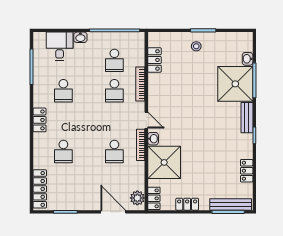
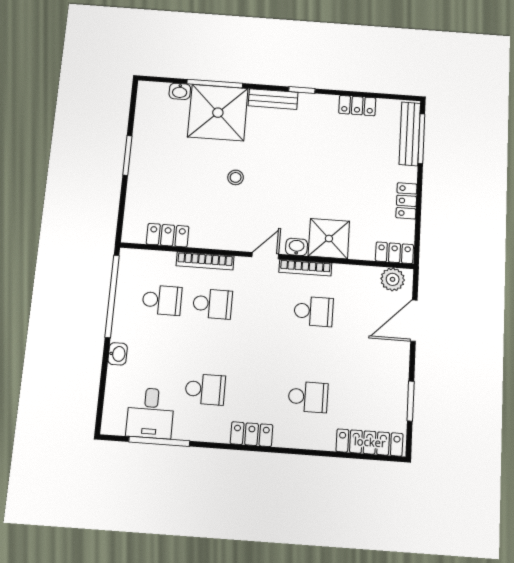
desk: (60, 46) -> (150, 413), moved, turned -90
stool: (196, 46) -> (236, 177), moved
shower: (164, 162) -> (329, 239), width x0.73, depth x0.73

